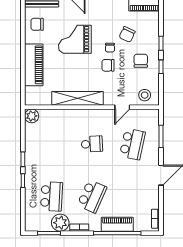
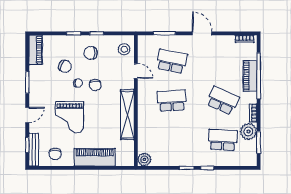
school desk: (92, 144) -> (172, 101), width x1.85

